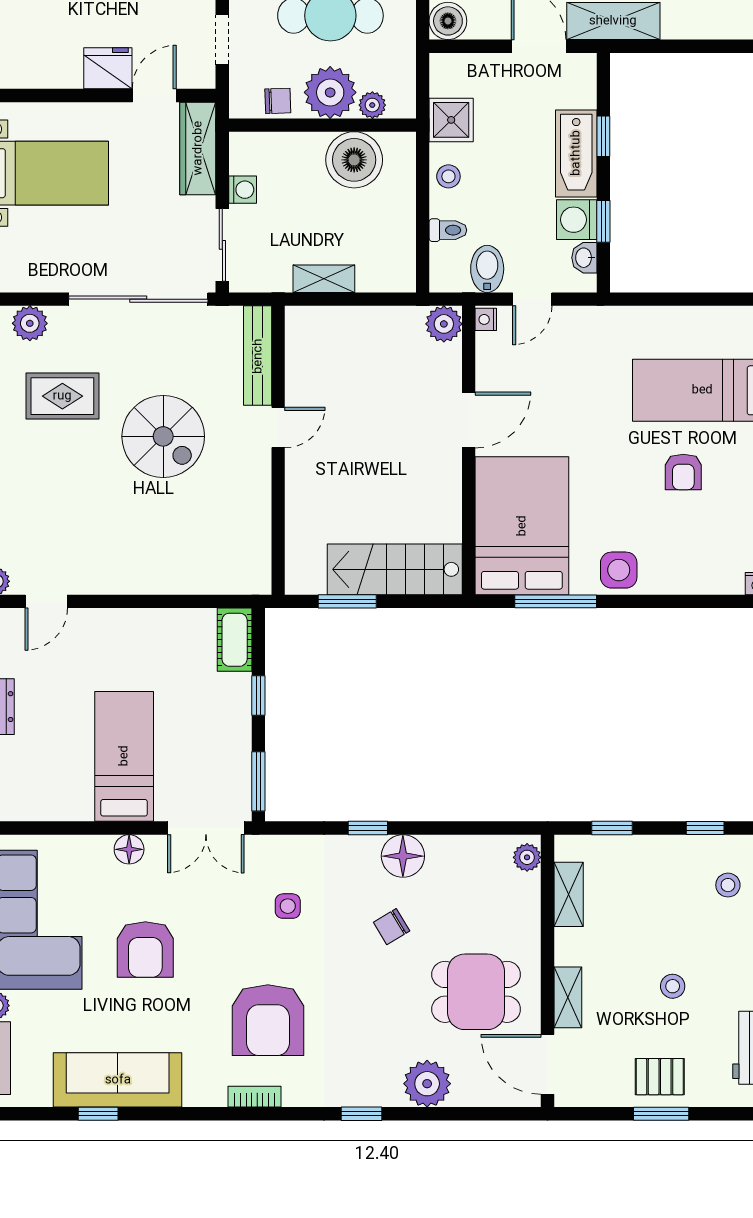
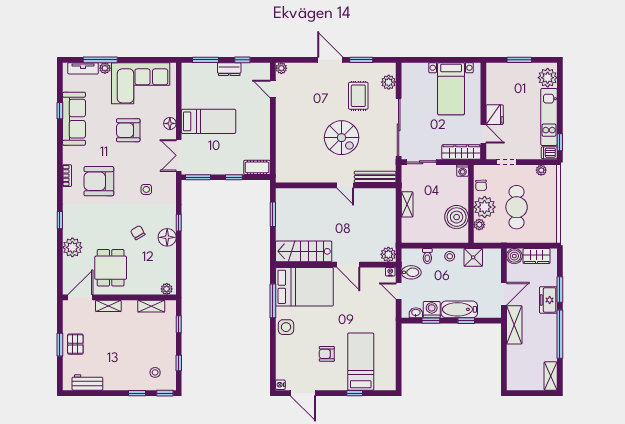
washing machine: (243, 190) -> (463, 171), moved
spiral stairs: (163, 436) -> (342, 138), turned -90
stairs: (395, 569) -> (304, 251), moved, turned -90
stool: (673, 986) -> (113, 349), removed

